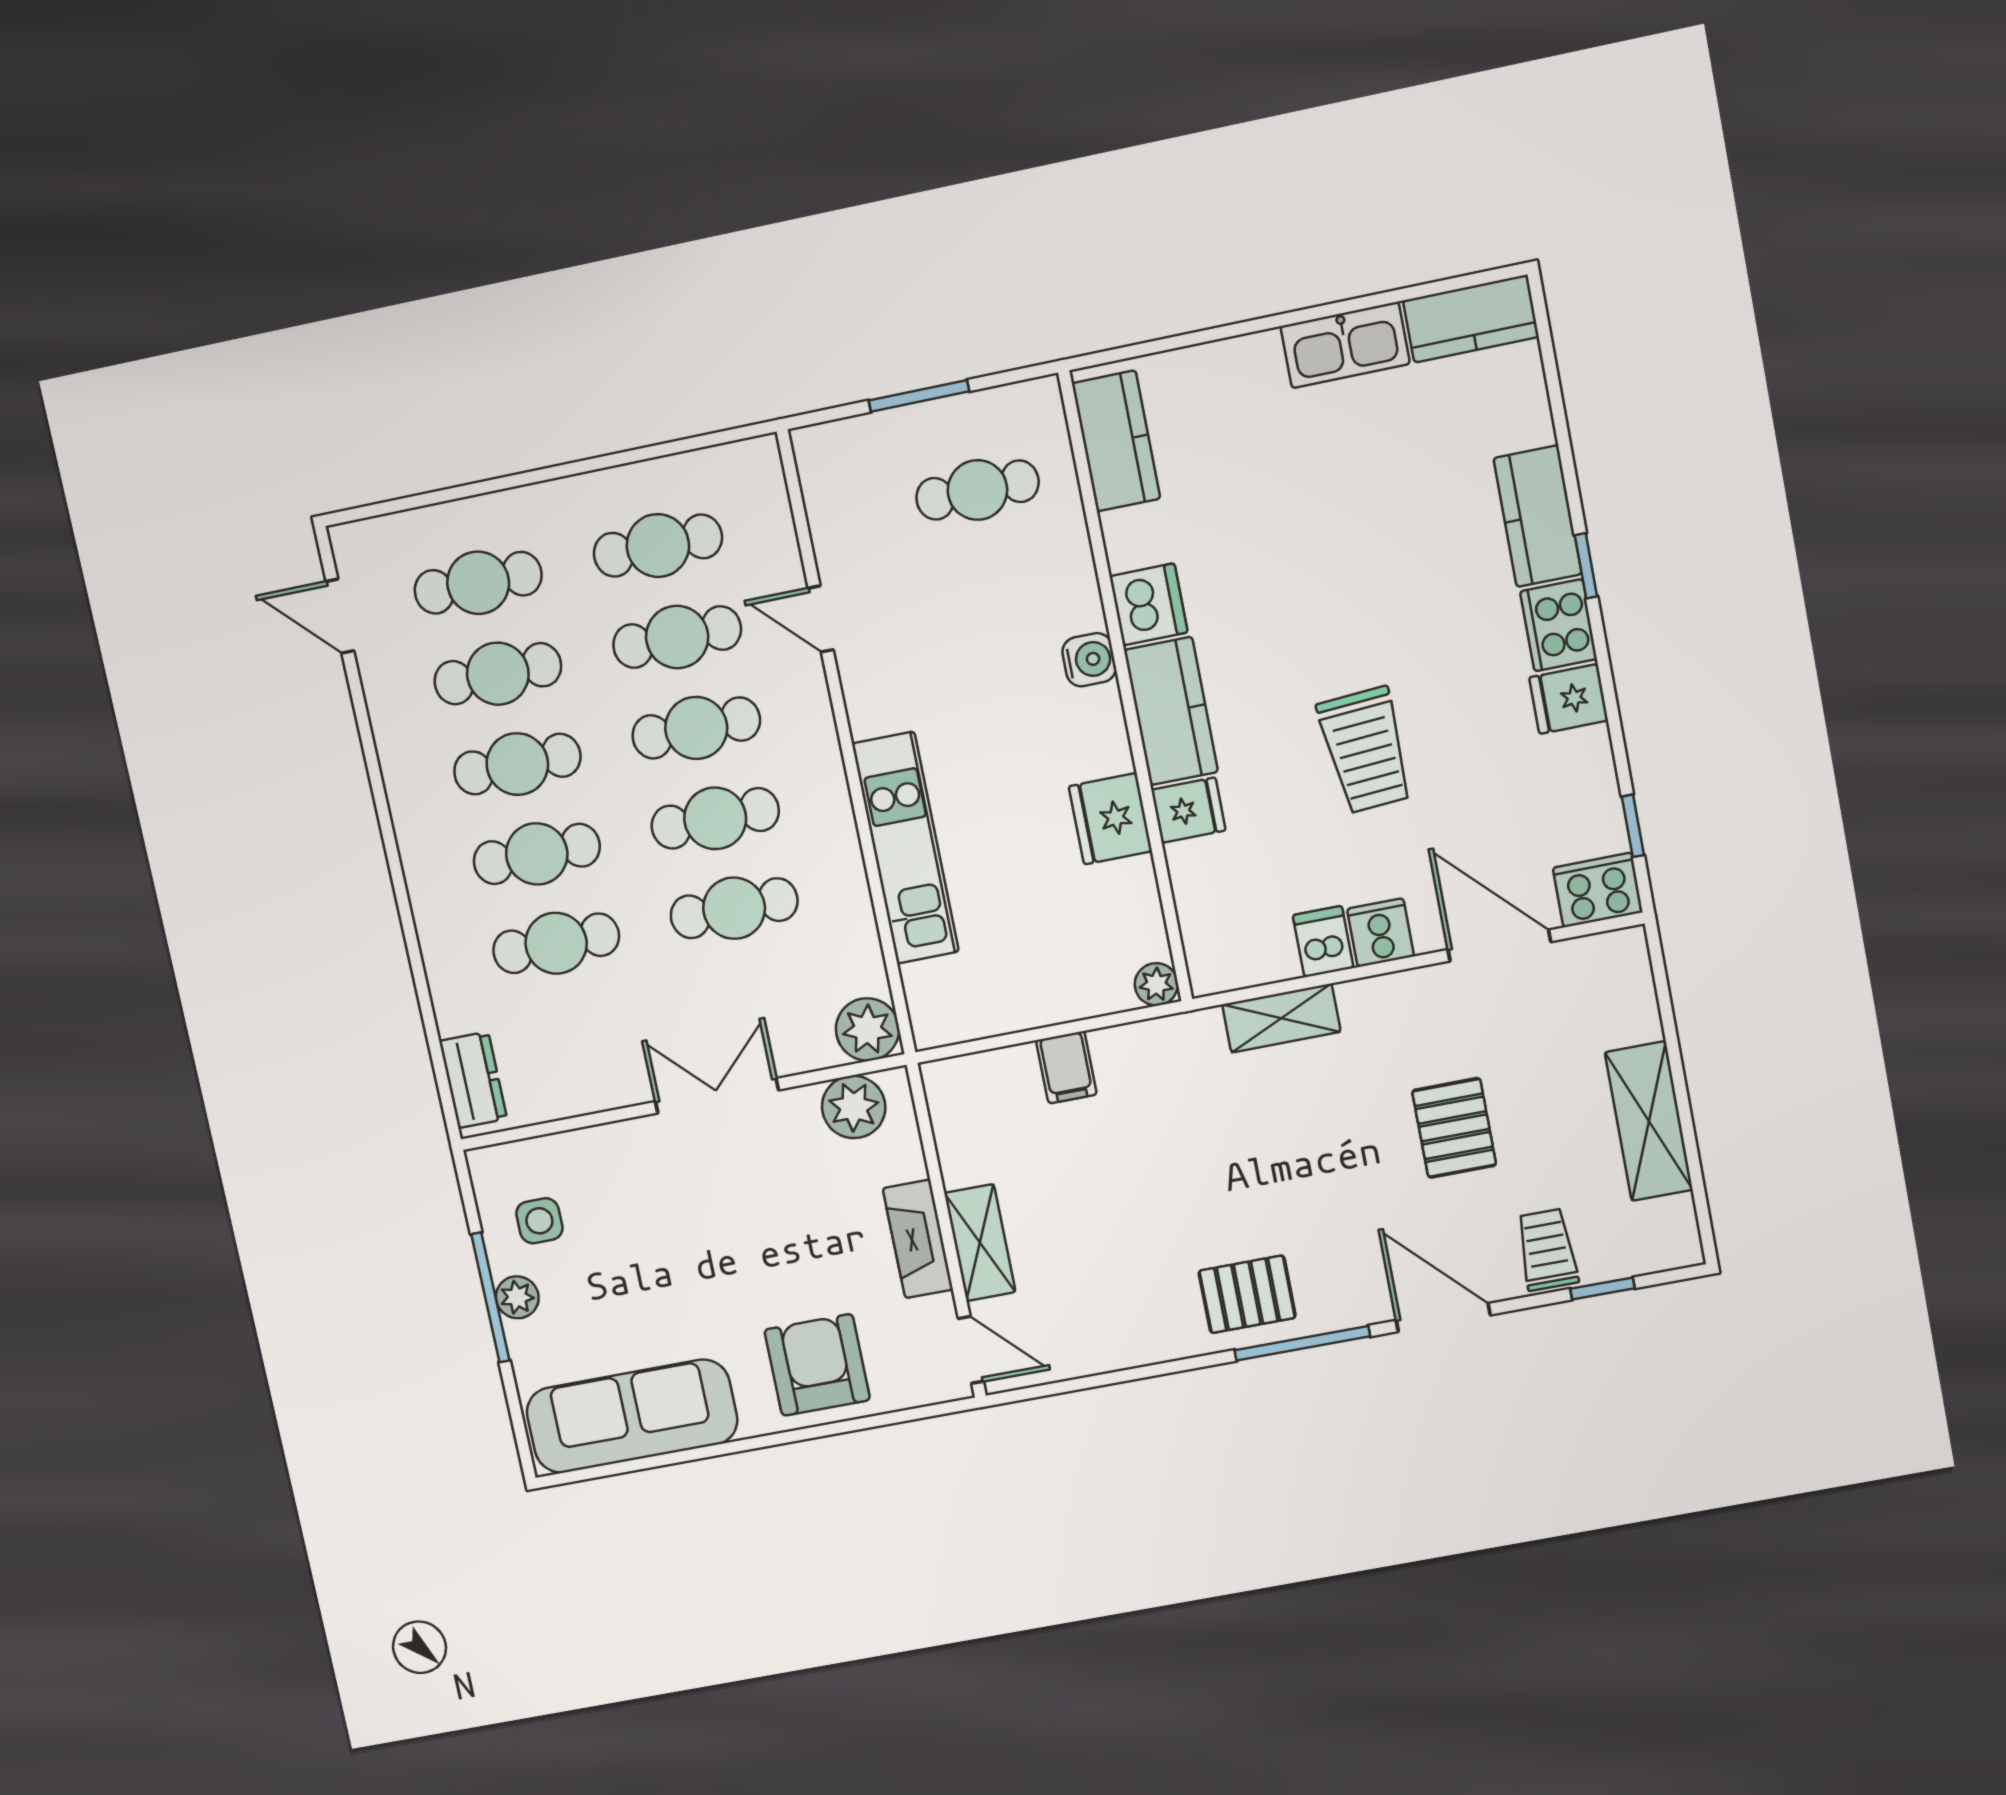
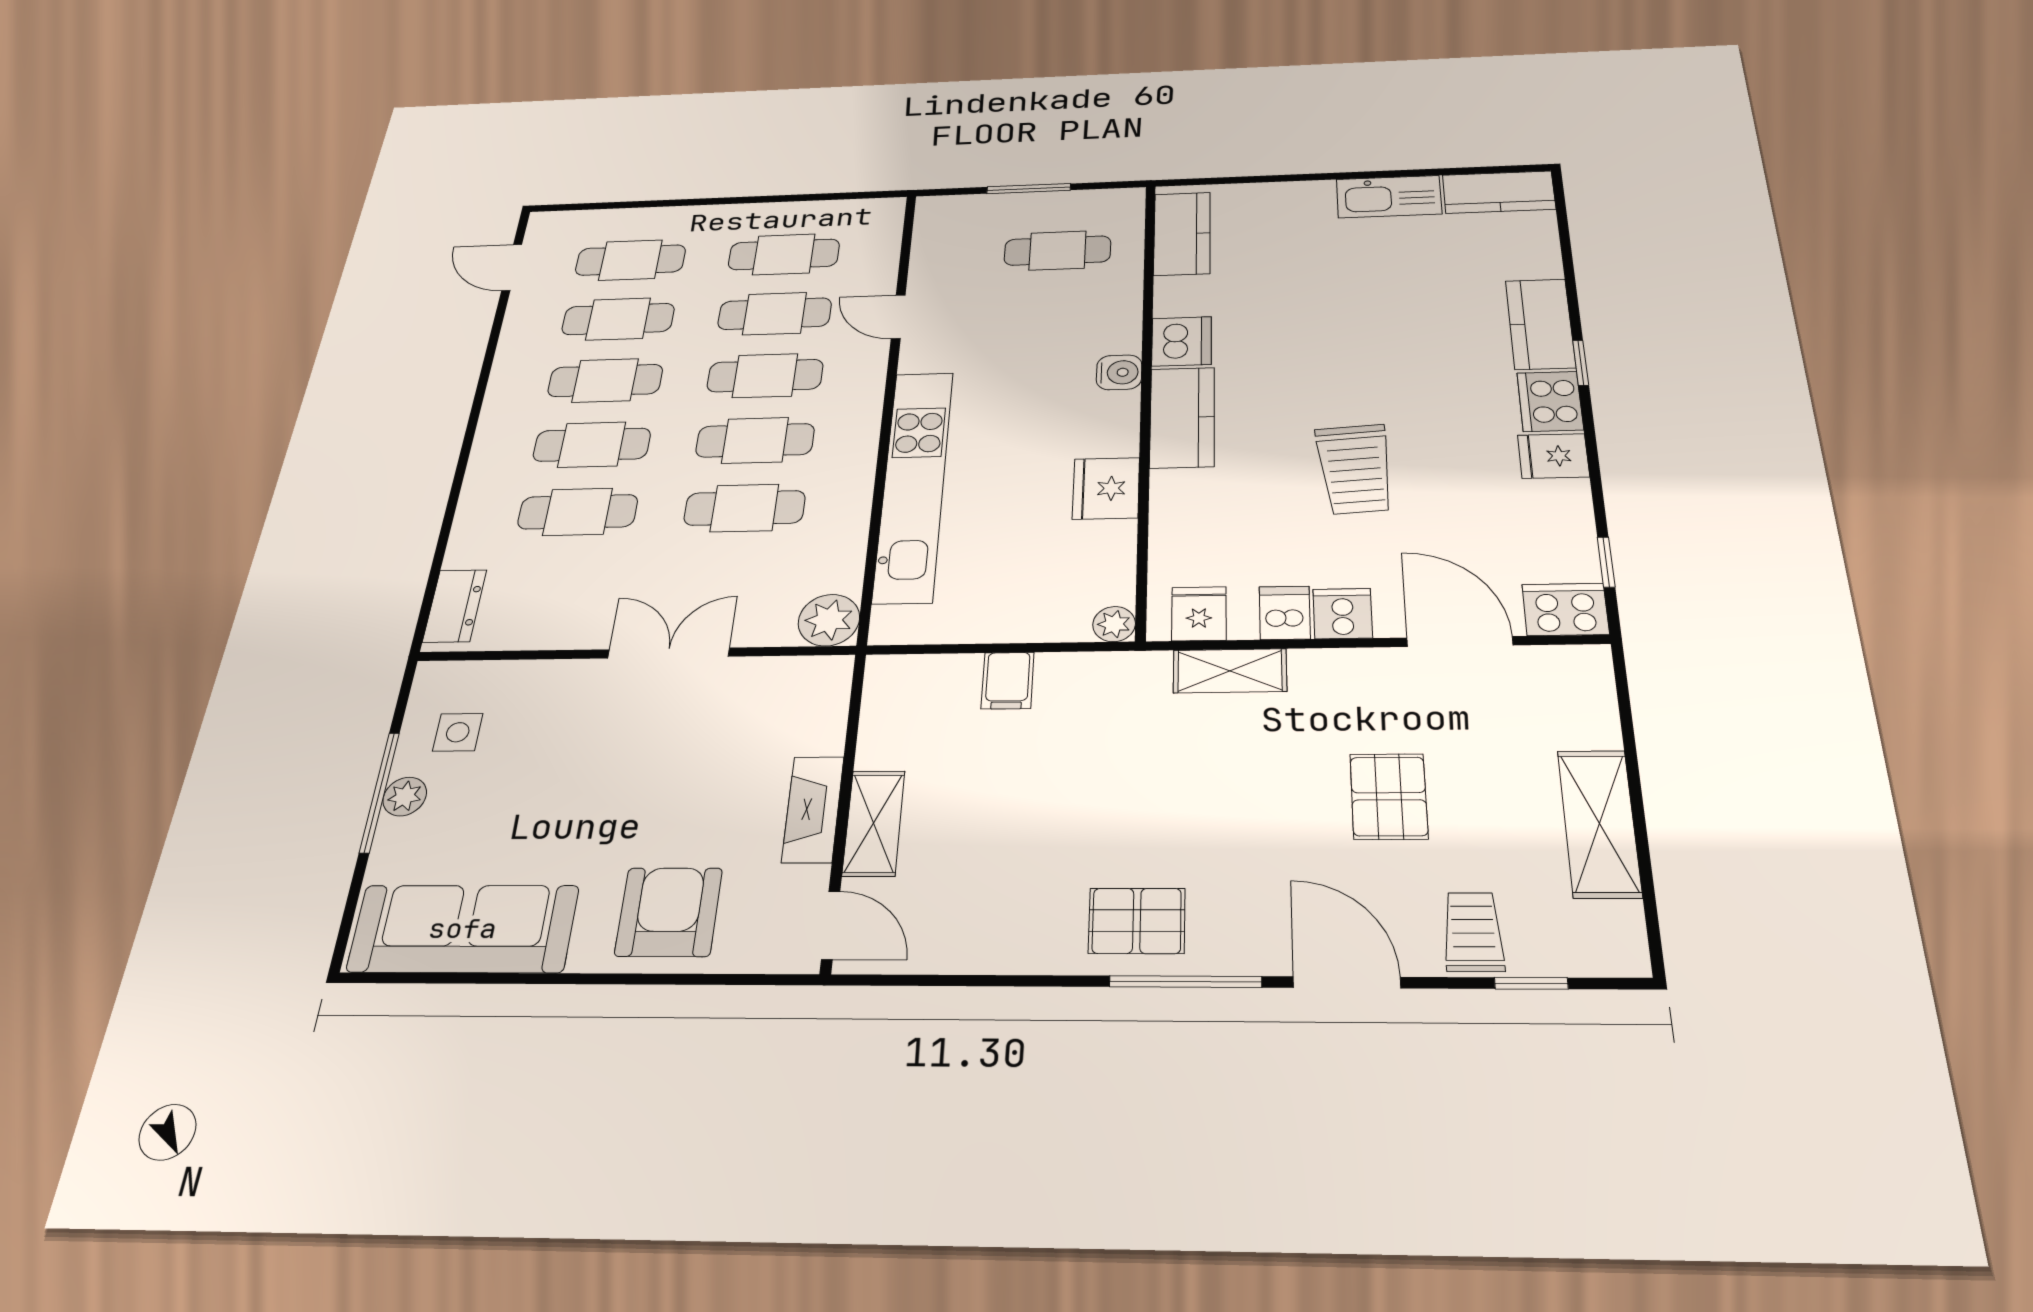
fridge: (1188, 810) -> (1199, 614), moved, turned -90
kitchen unit: (906, 848) -> (914, 485), width x1.36
plant: (854, 1107) -> (792, 682), removed

